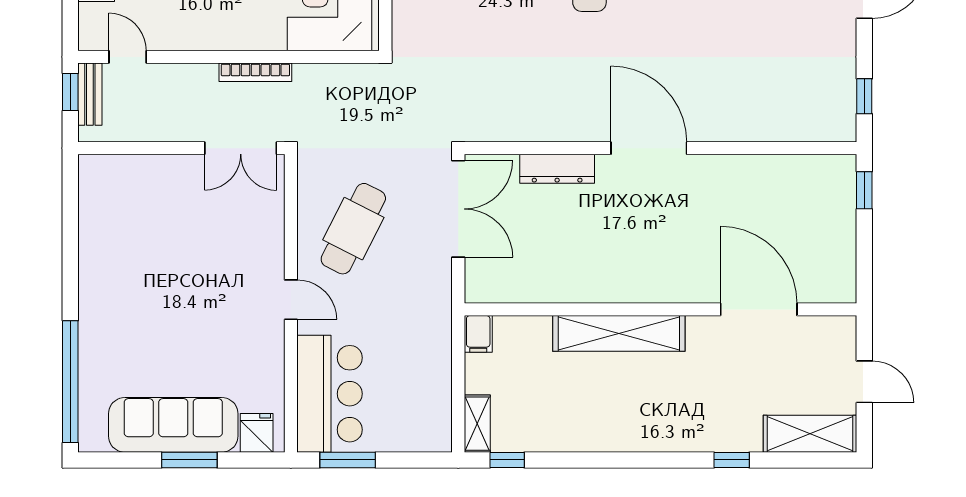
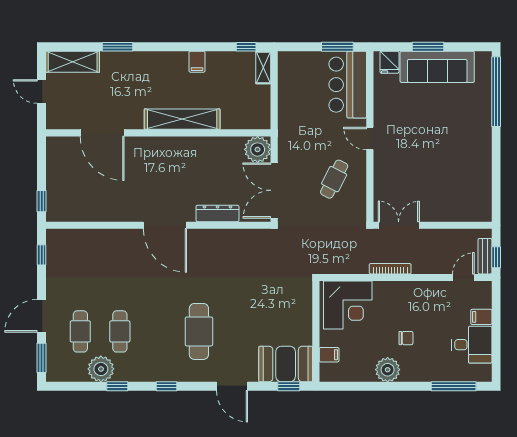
door: (128, 57) -> (463, 277), swing flipped
cafe table: (353, 229) -> (334, 179), width x0.73, depth x0.74
plant: (487, 280) -> (258, 149), added
filing cabinet: (478, 334) -> (197, 62), moved, turned 180
window: (732, 460) -> (118, 47), width x1.50

